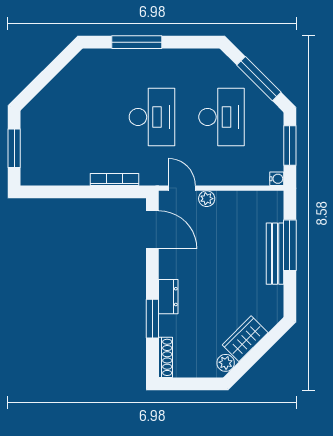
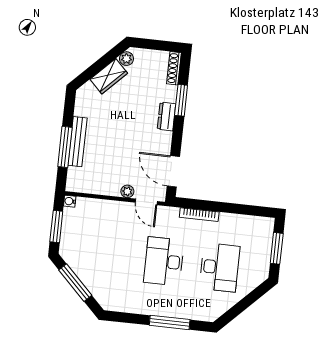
desk: (222, 117) -> (219, 267), moved, turned 180

